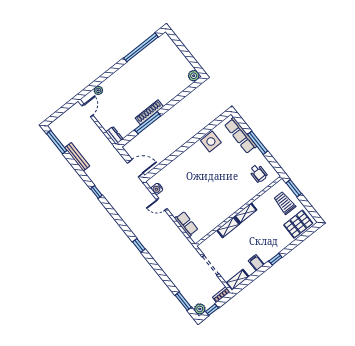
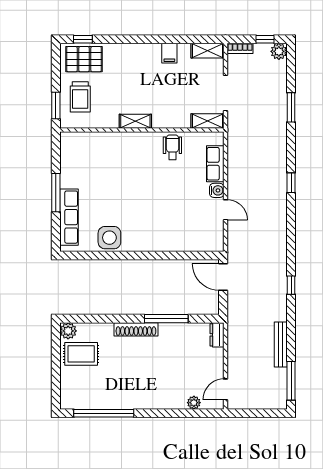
rug: (177, 69) -> (81, 354), added
shoe rack: (149, 112) -> (136, 329), moved
wheelchair: (258, 173) -> (172, 147), moved
water cooler: (157, 189) -> (217, 190), moved
shelving: (228, 227) -> (208, 121), moved
window: (275, 259) -> (83, 39), moved
window: (183, 301) -> (291, 107), moved

